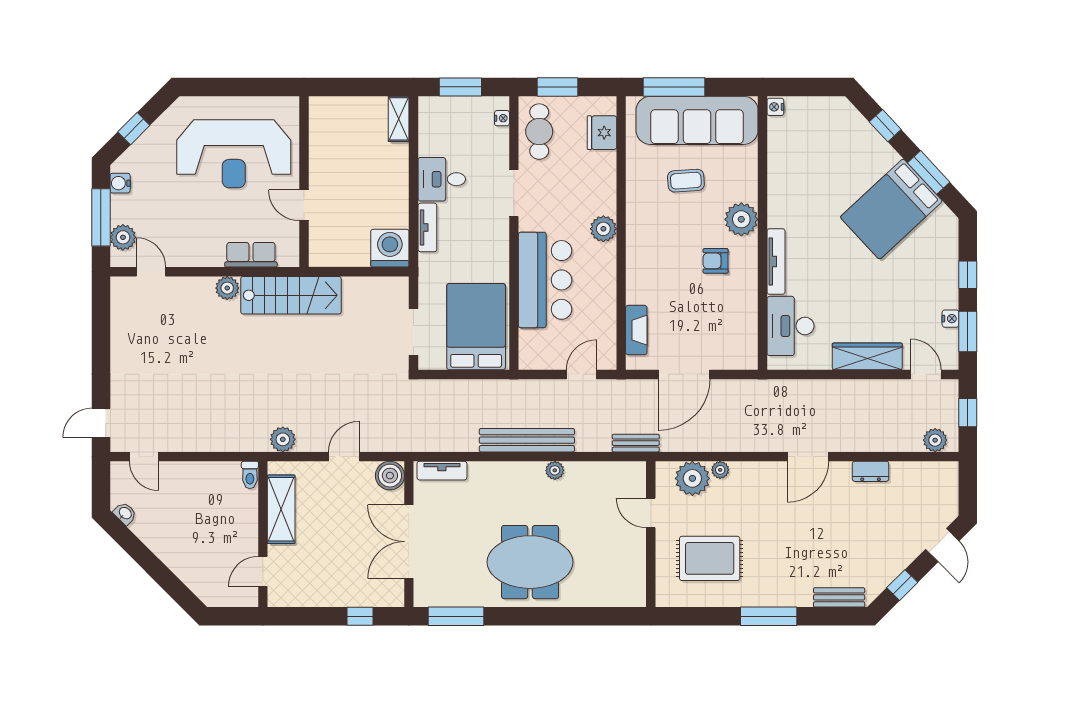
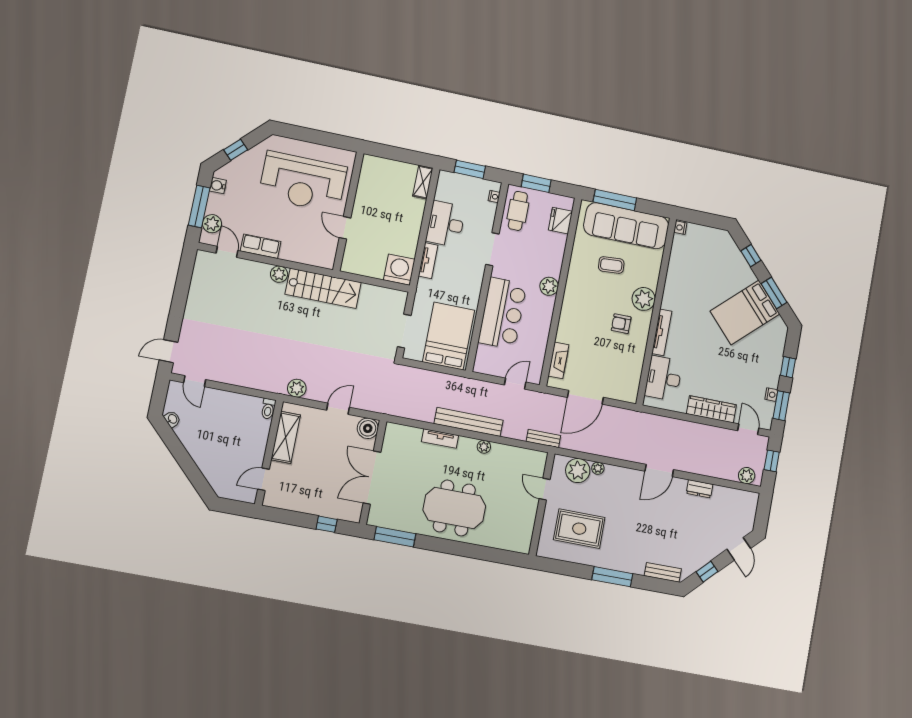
desk: (442, 179) -> (446, 224), width x1.37
row of seats: (251, 255) -> (261, 246), moved
tv unit: (442, 471) -> (440, 439), moved

